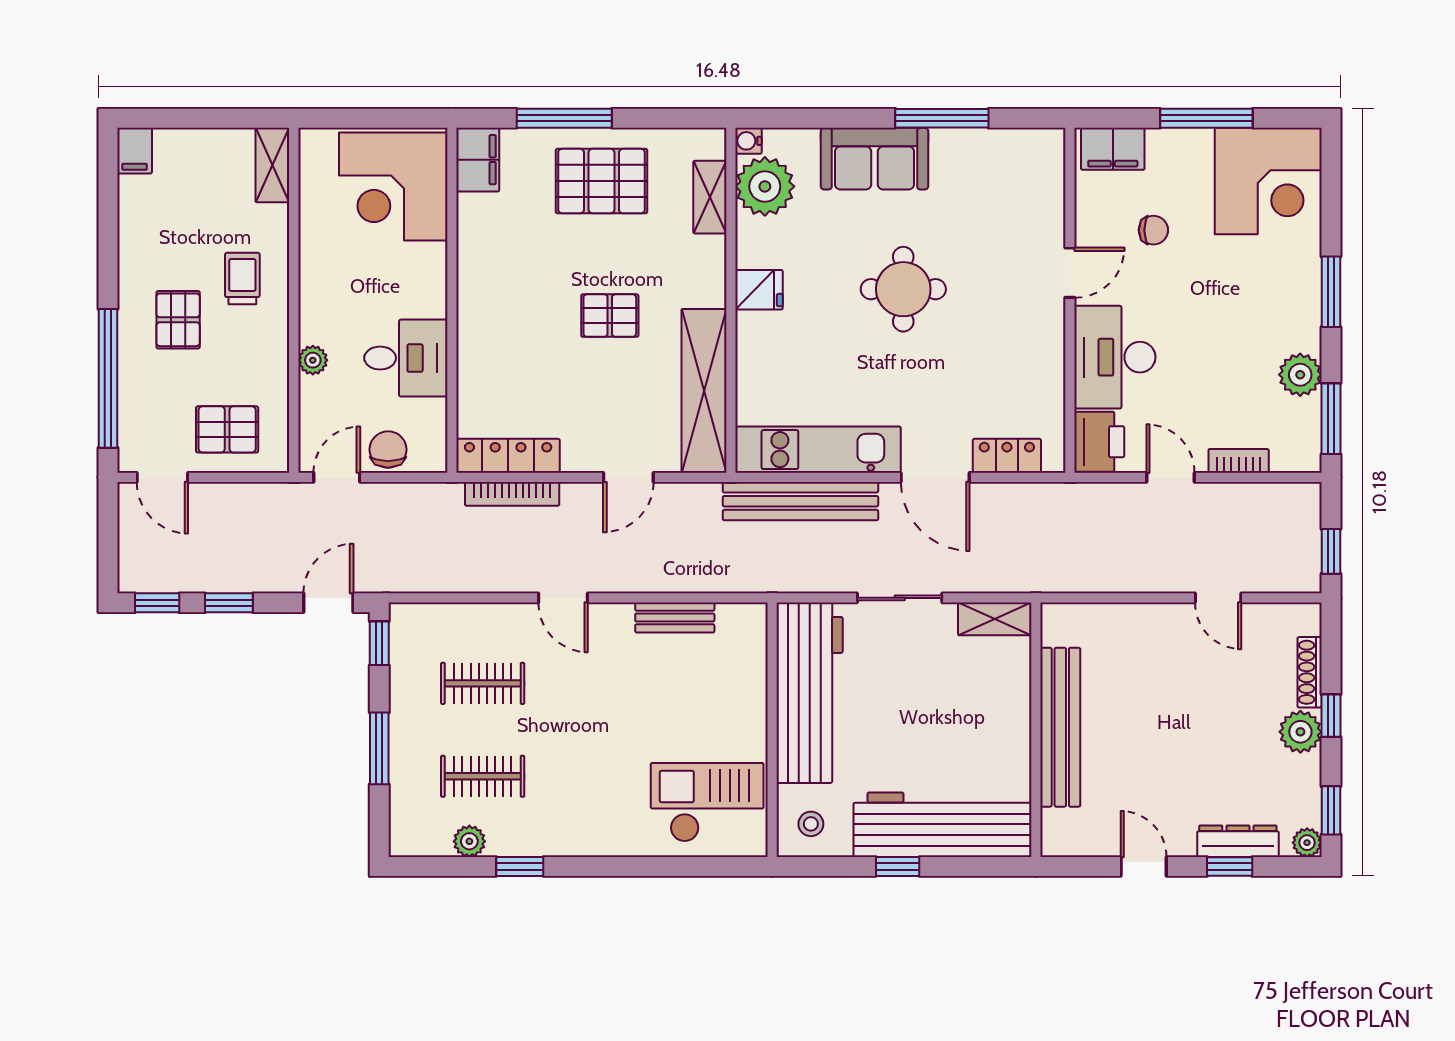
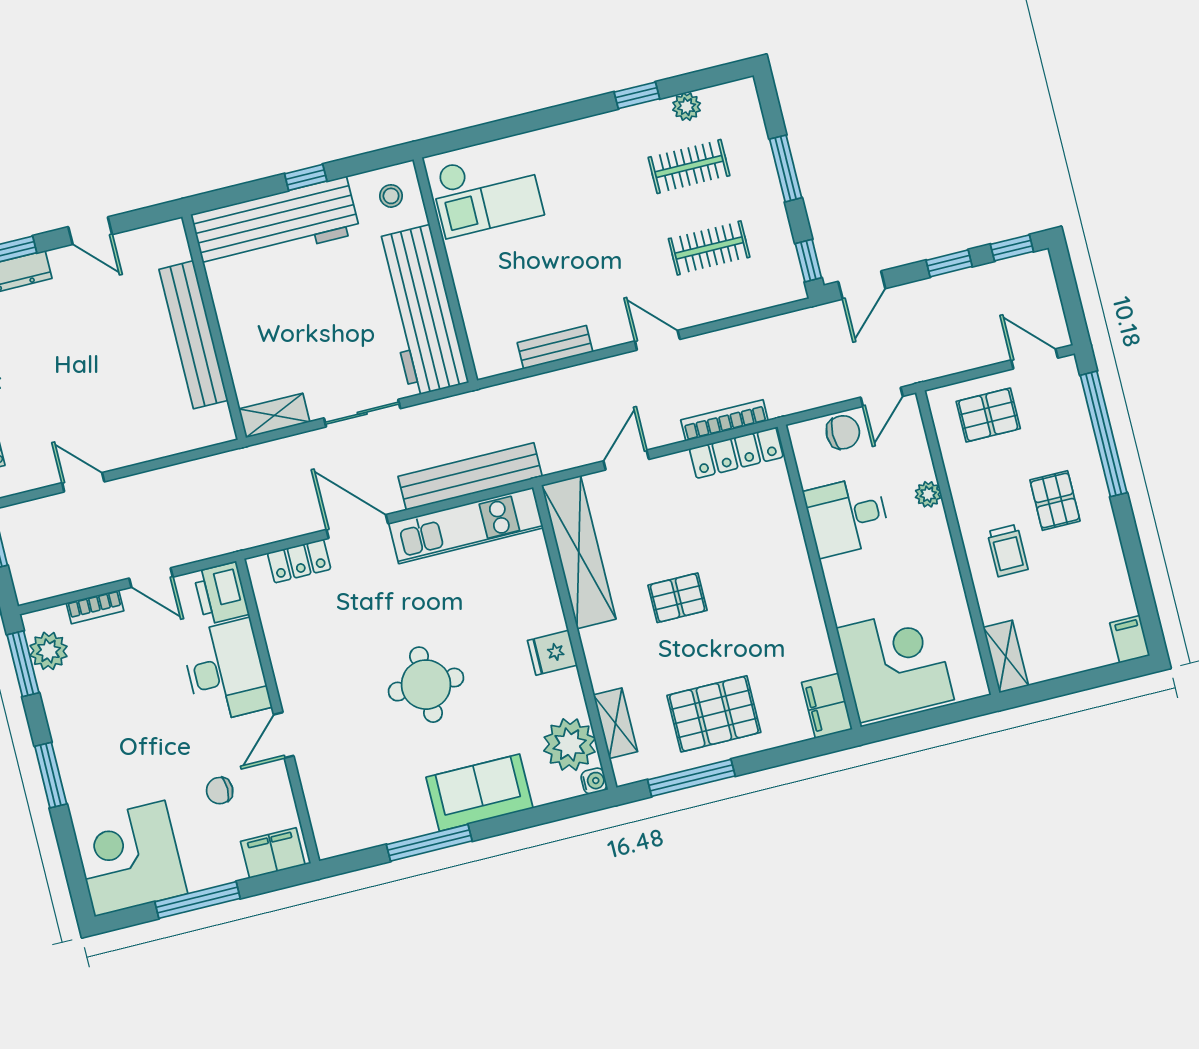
window: (564, 118) -> (691, 778), moved
plant: (1300, 375) -> (49, 651), moved
chair: (388, 450) -> (843, 432), turned -90

